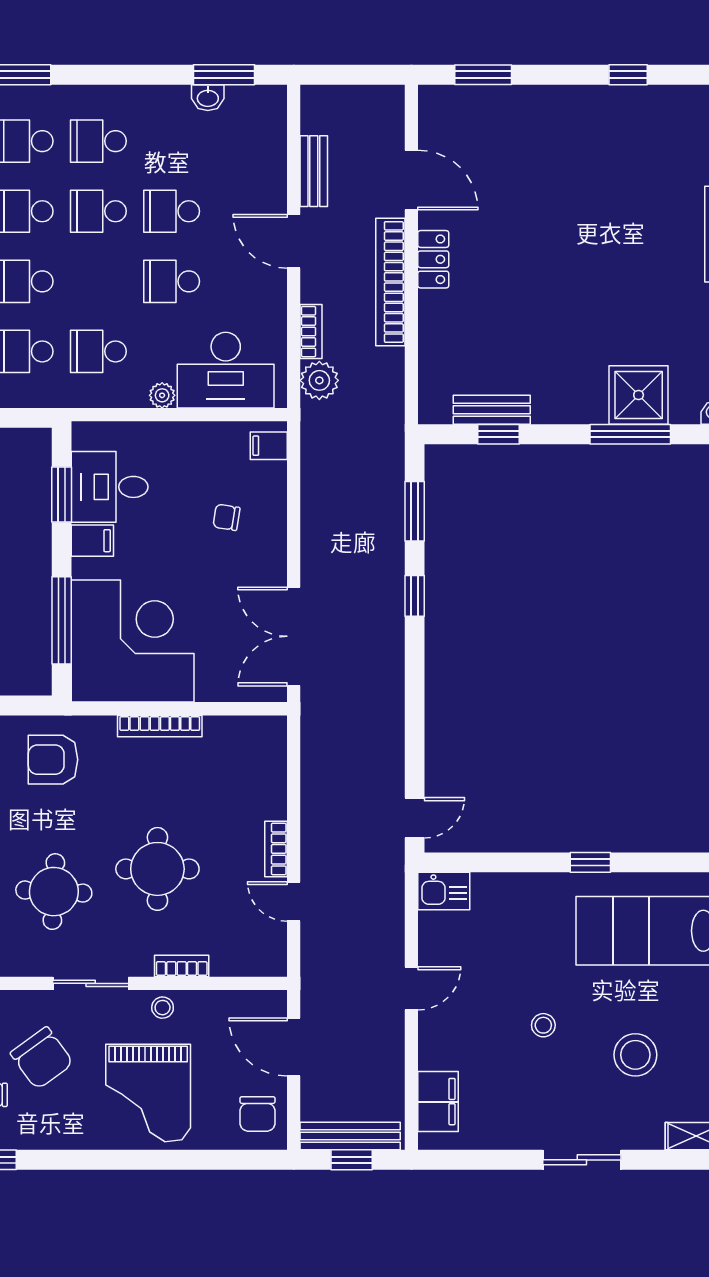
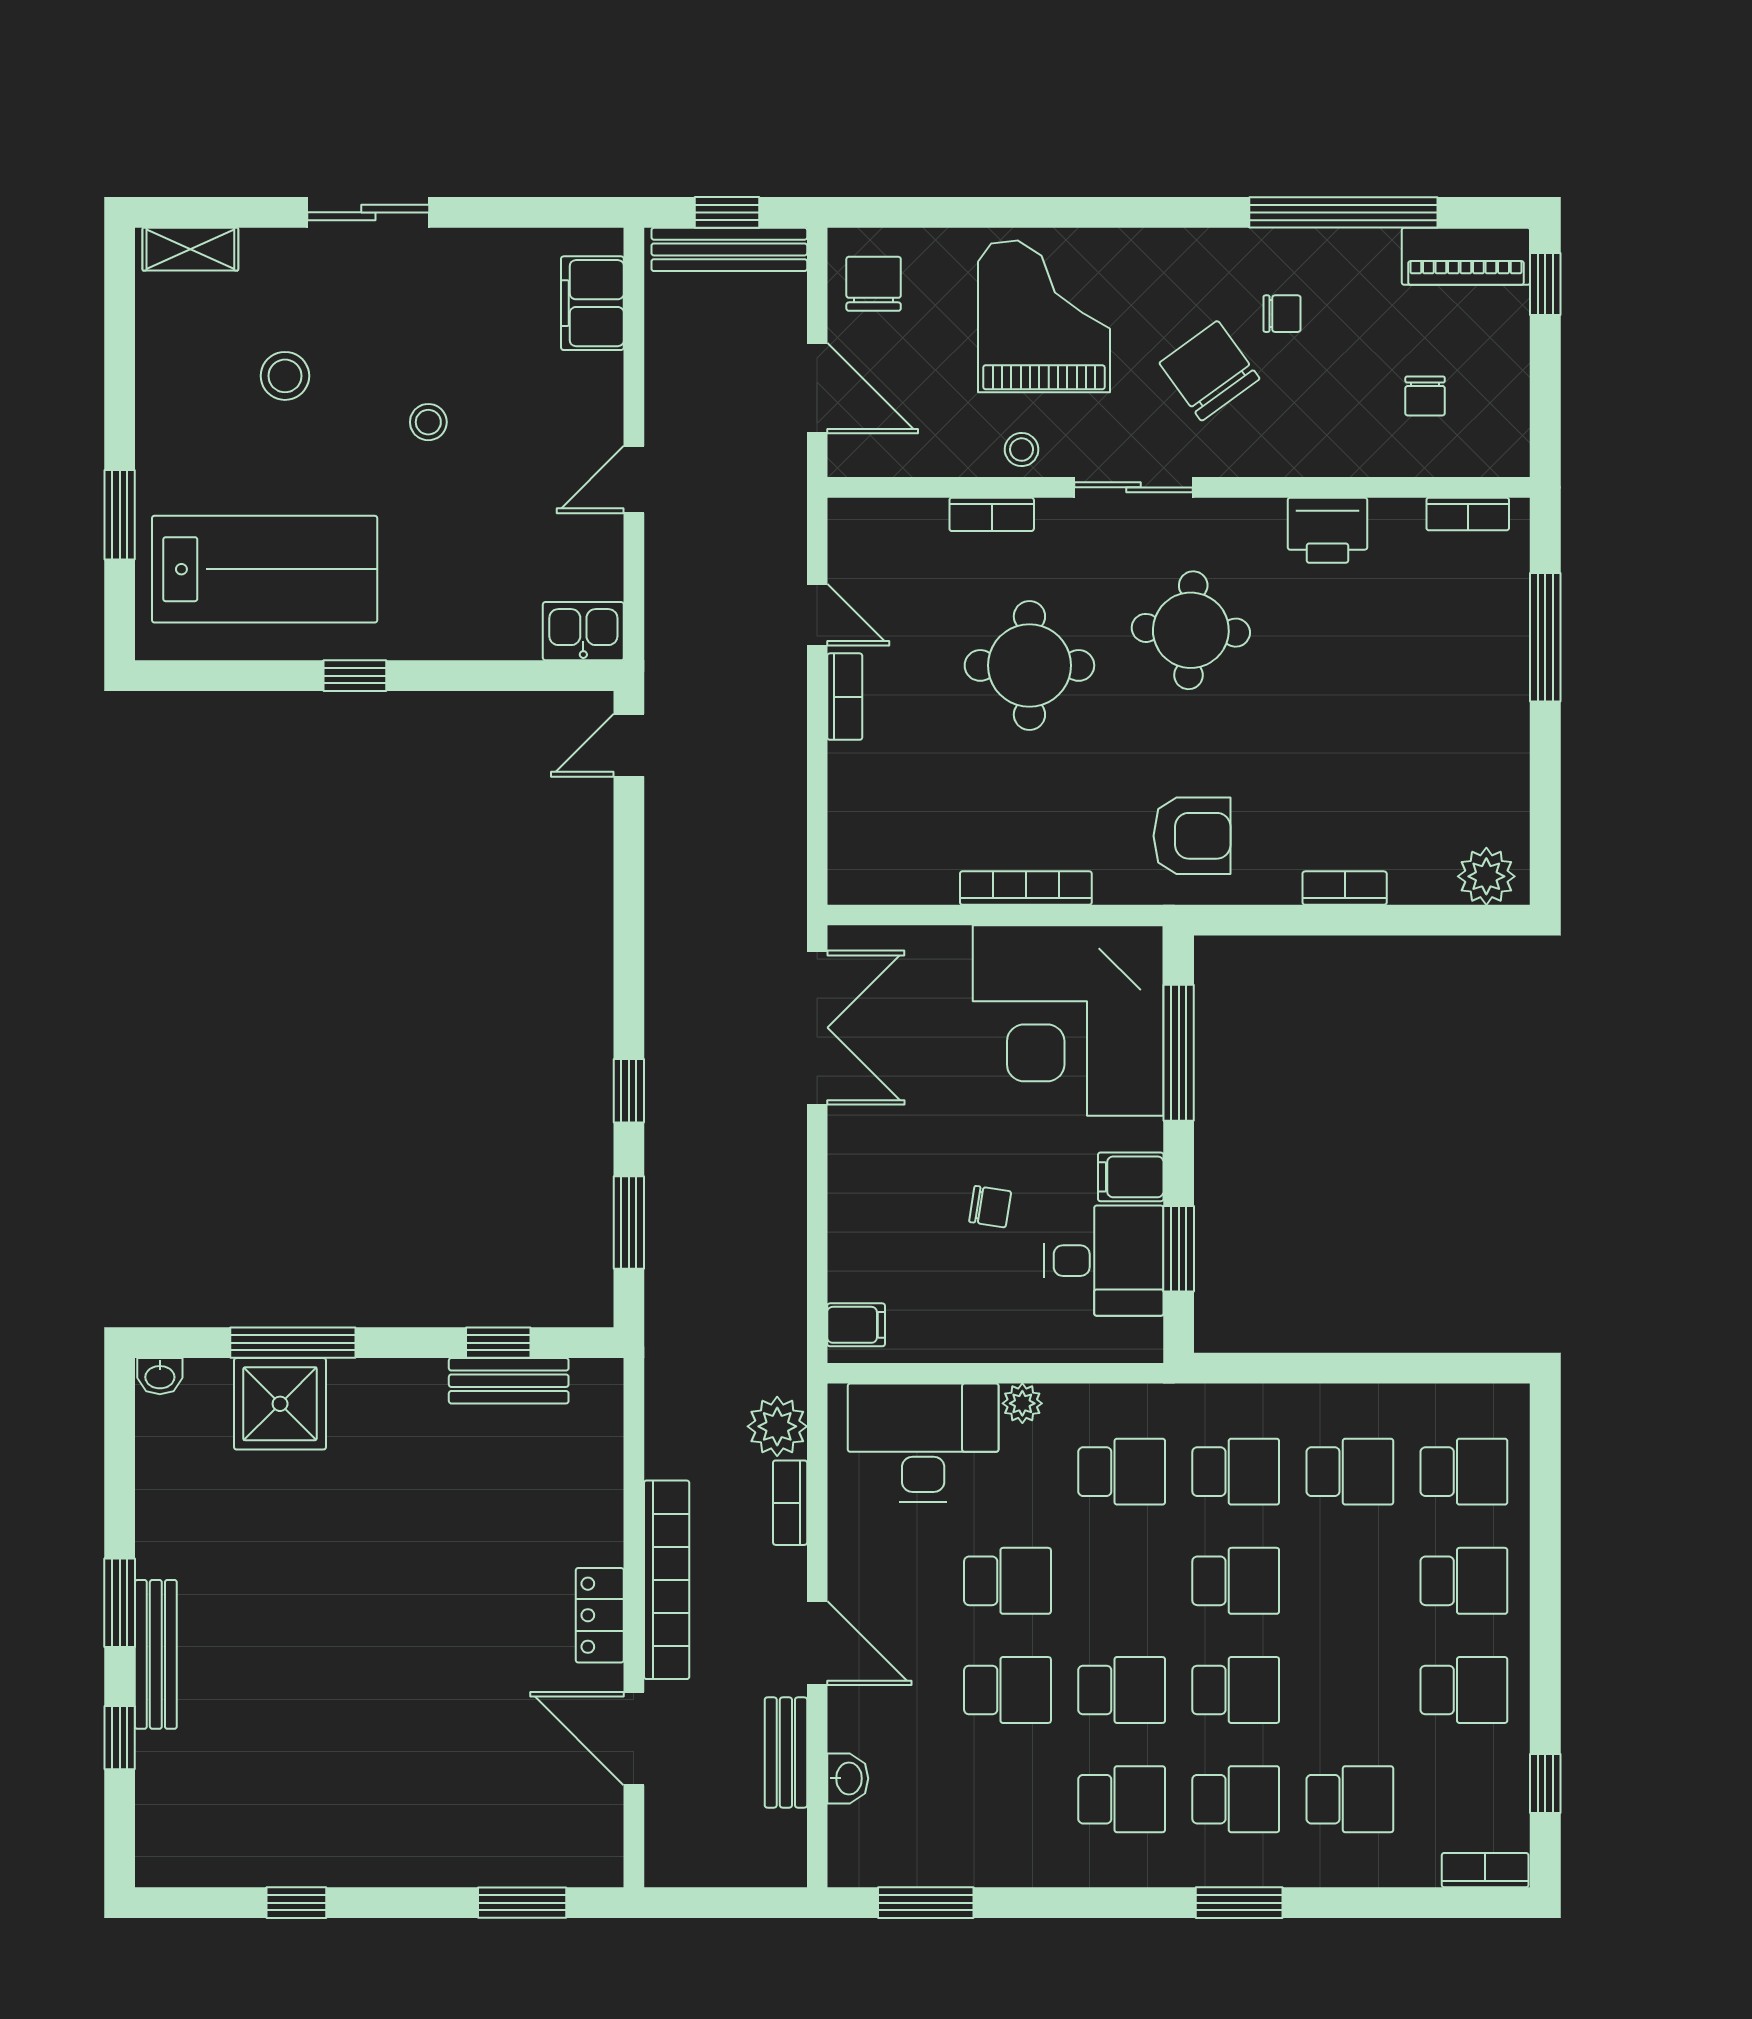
washbasin: (208, 98) -> (848, 1778), moved, turned 90
chair: (226, 517) -> (990, 1207), moved
stool: (635, 1055) -> (285, 376), width x0.73, depth x0.73

